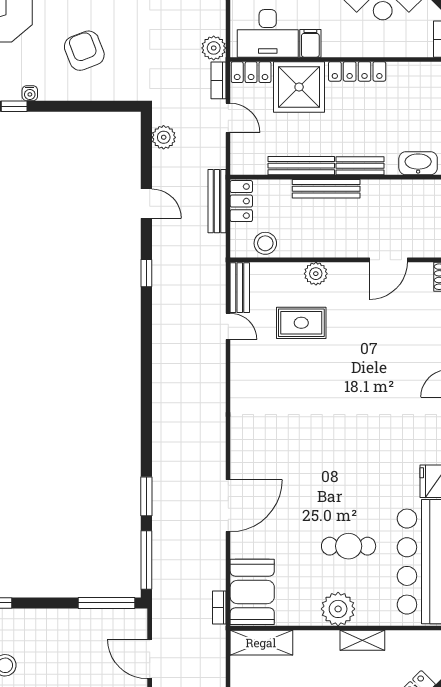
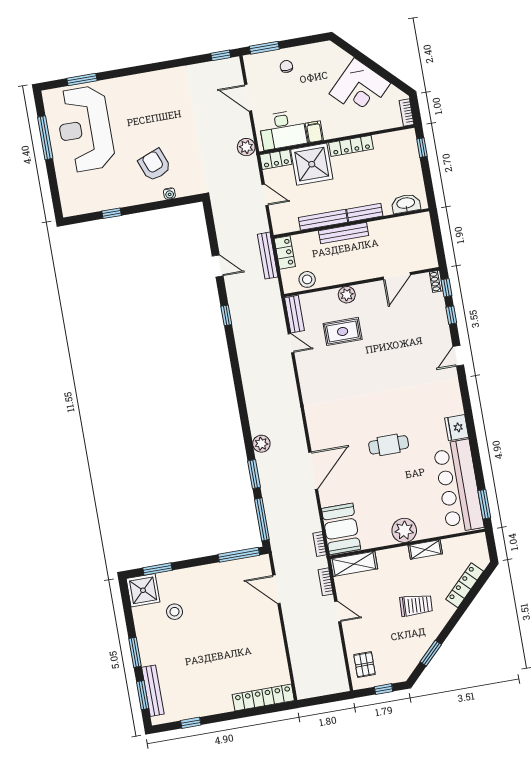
bookcase: (218, 80) -> (326, 582), moved
water cooler: (30, 93) -> (169, 194), moved
plant: (164, 137) -> (261, 444), moved
cafe table: (349, 546) -> (389, 445), moved

